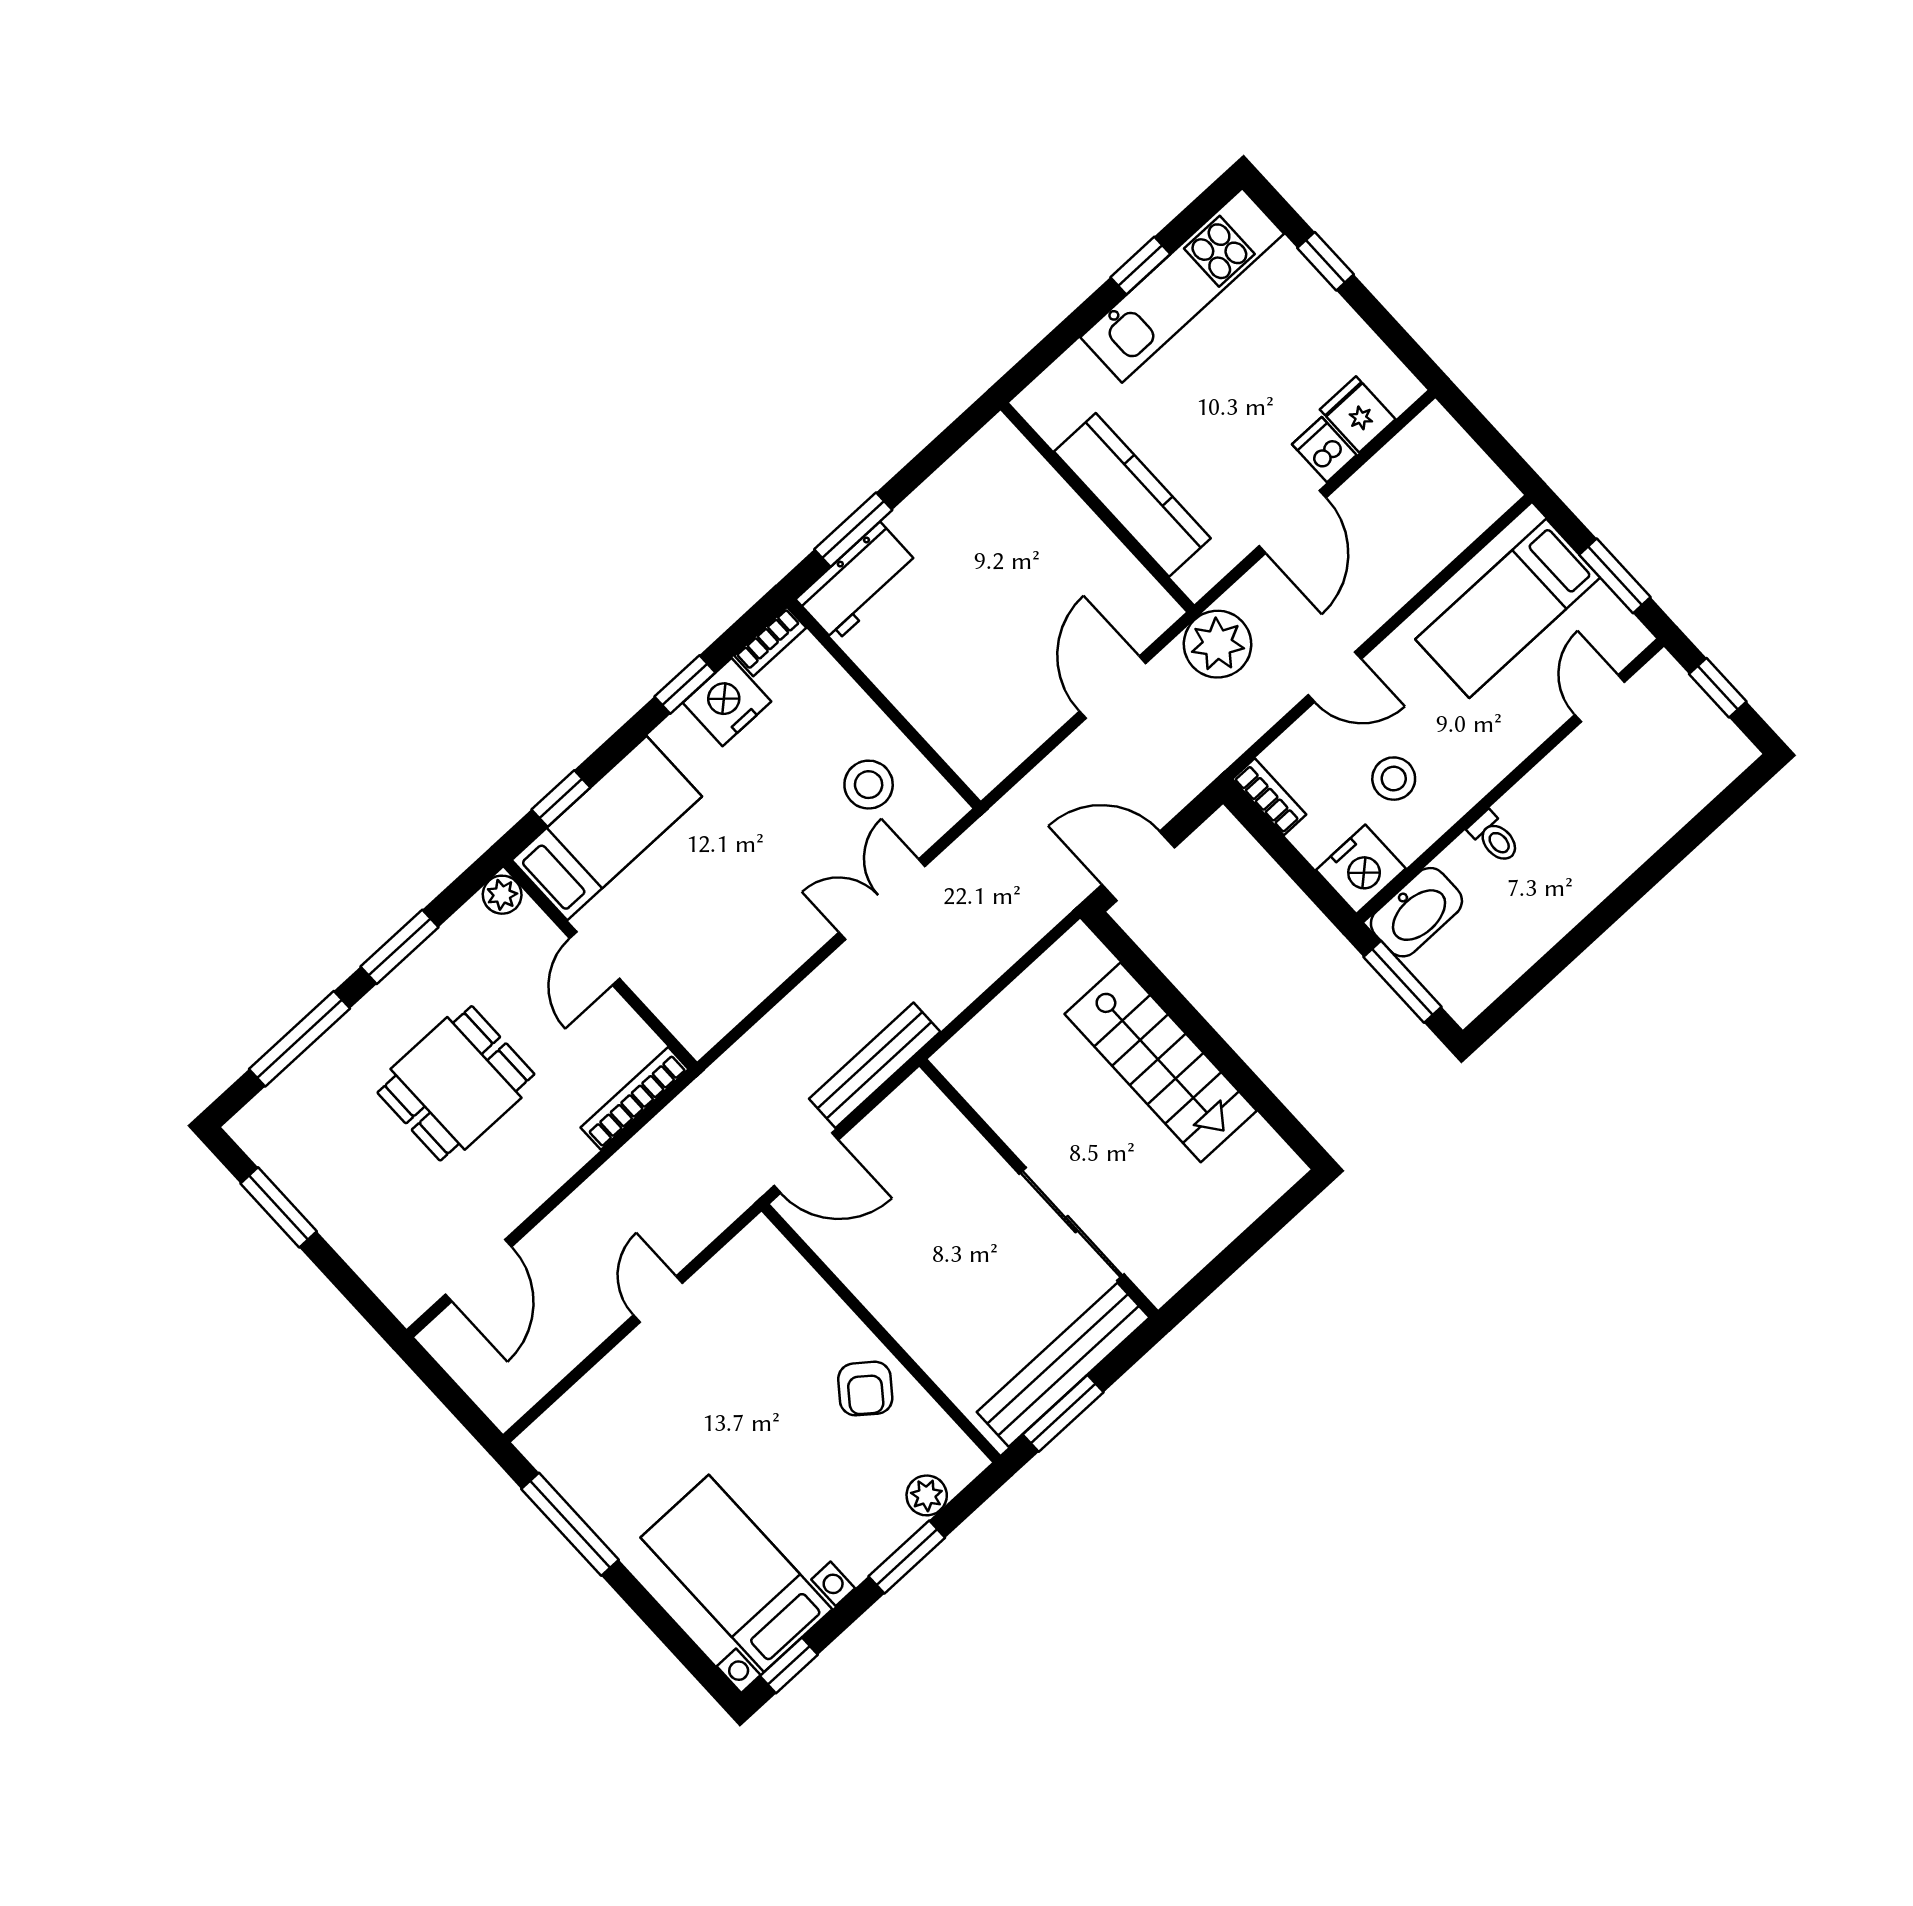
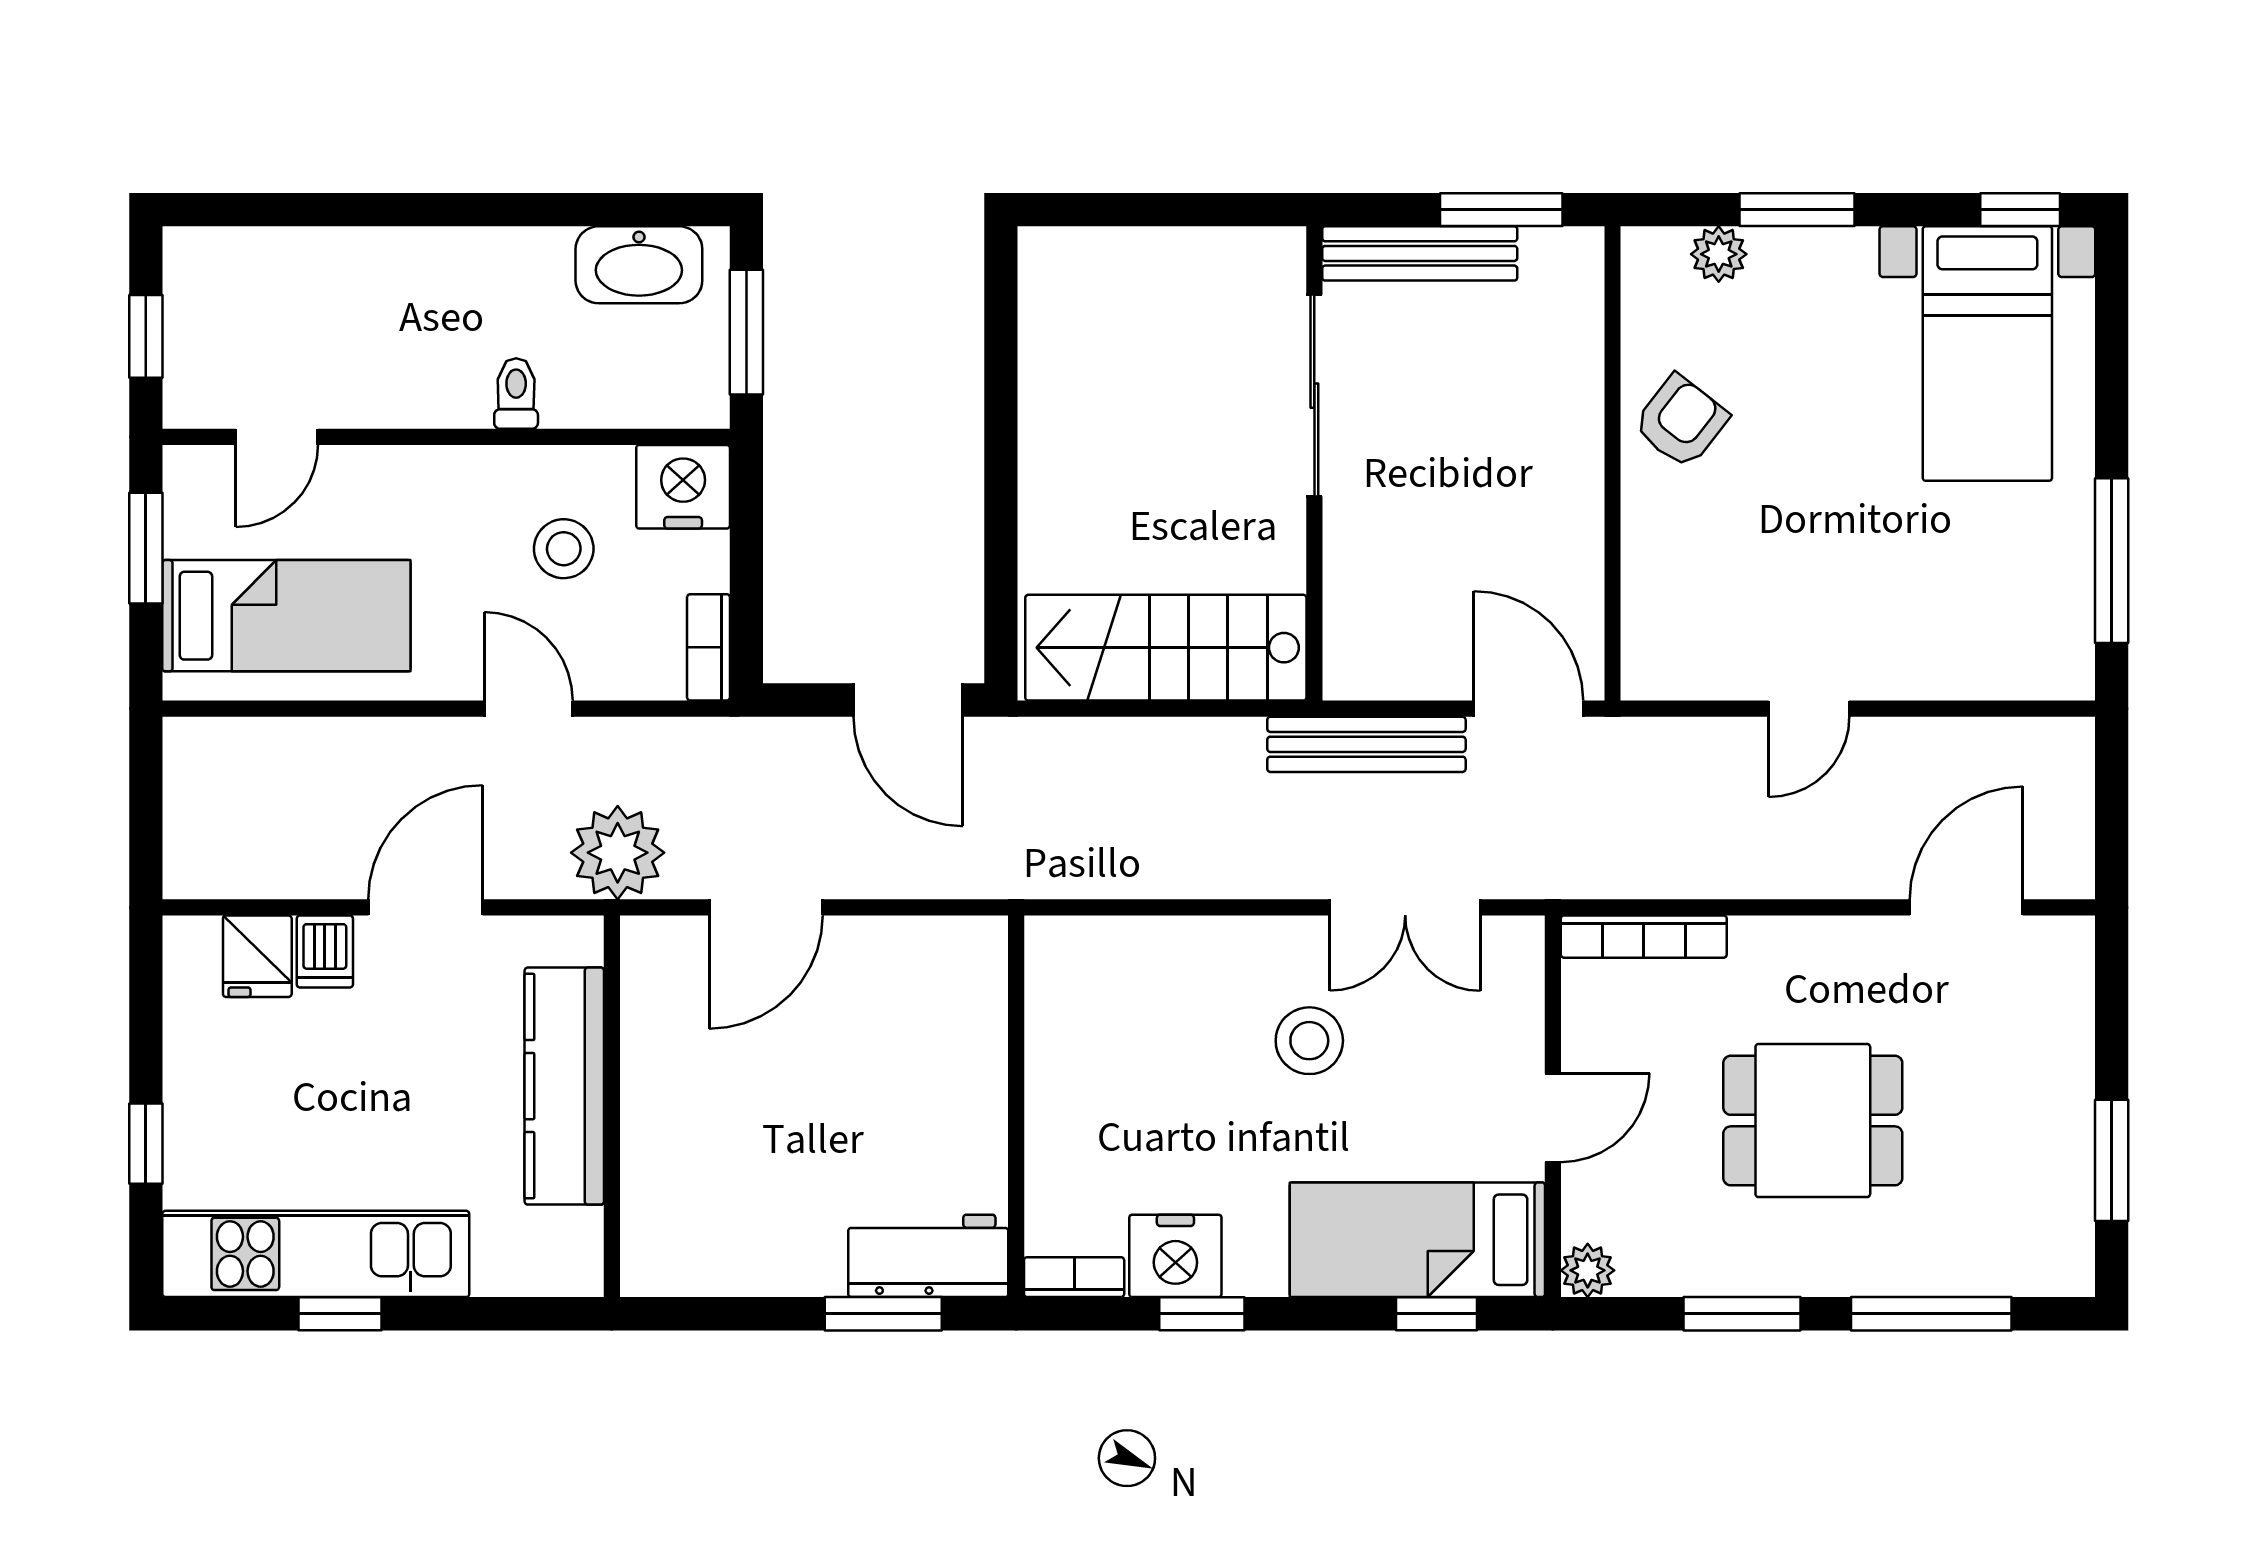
stool: (869, 785) -> (1309, 1041), moved
double door: (882, 899) -> (1405, 907), moved
washbasin: (1416, 912) -> (639, 265), moved, turned 180
stairs: (1161, 1062) -> (1166, 648), moved, turned -90
bench: (1063, 1365) -> (1420, 253), width x0.73, depth x0.82

